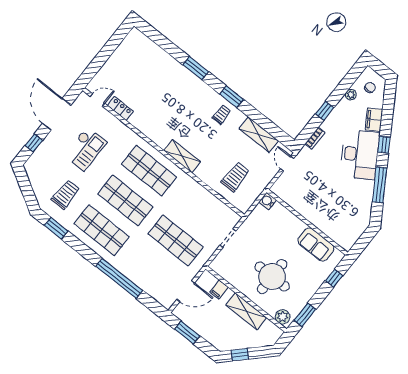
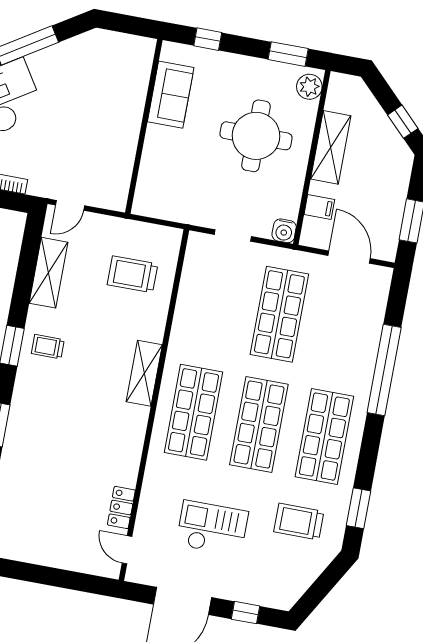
water cooler: (268, 201) -> (284, 231), moved

